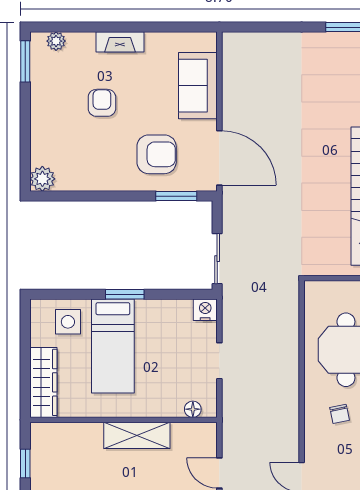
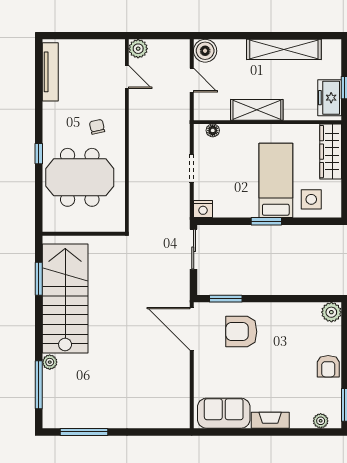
sofa: (198, 86) -> (224, 413), moved, turned -90
armchair: (102, 103) -> (328, 366), moved
freezer: (45, 451) -> (330, 98), added

